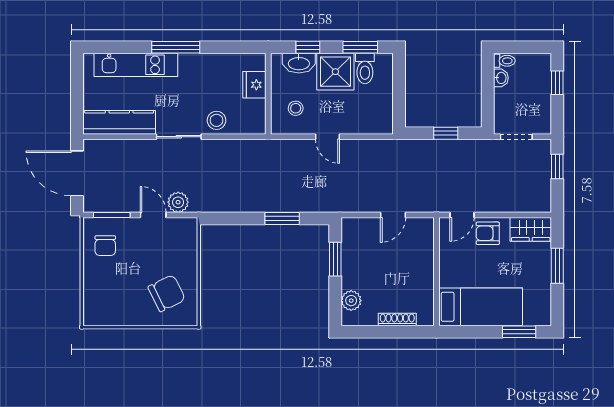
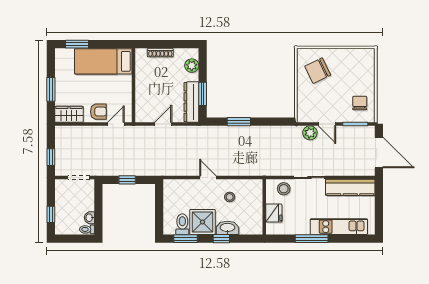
fridge: (254, 85) -> (274, 213), moved
wall: (268, 94) -> (264, 207), moved
dresser: (352, 247) -> (191, 102), added

